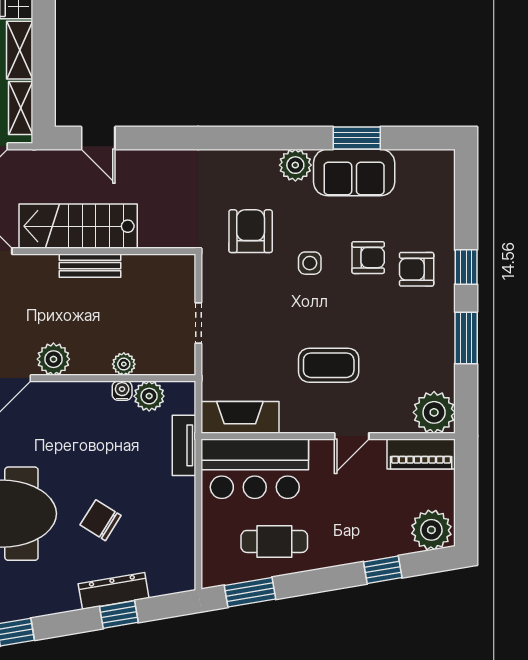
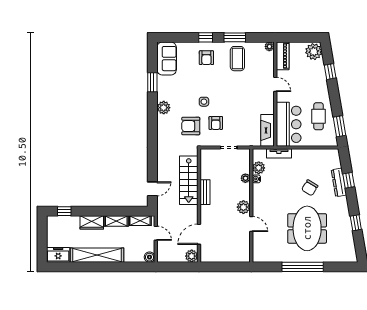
sofa: (354, 172) -> (167, 59), moved
stairs: (78, 226) -> (189, 180), moved
armchair: (368, 258) -> (216, 123), moved, turned 180
coffee table: (329, 365) -> (237, 59), moved
plant: (434, 412) -> (269, 46), width x0.53, depth x0.53

